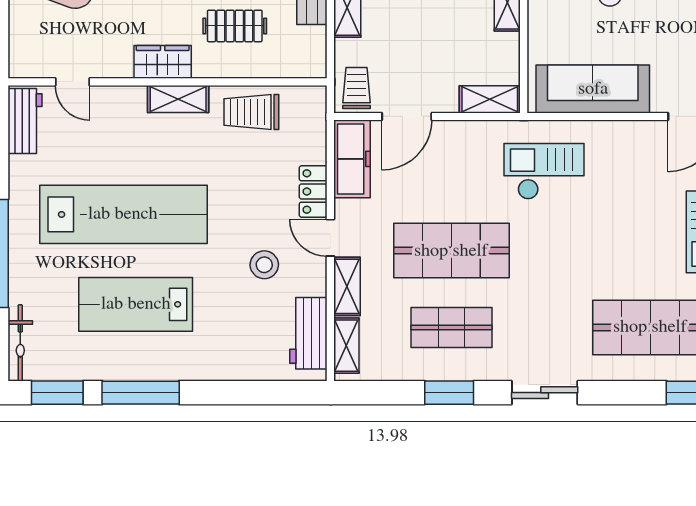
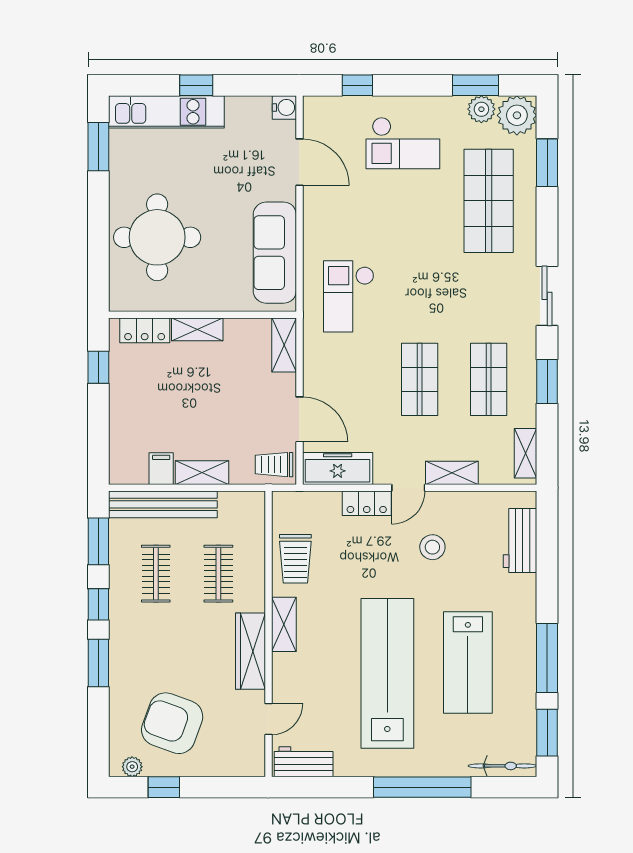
wardrobe: (163, 62) -> (251, 651), width x1.50
shop shelf: (451, 251) -> (420, 379), width x0.70, depth x0.74
workbench: (308, 333) -> (520, 540), moved, turned 90
shelving: (346, 346) -> (526, 453), moved, turned 90

